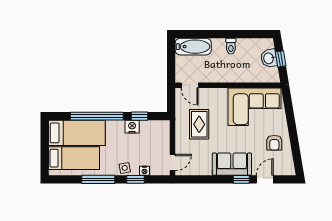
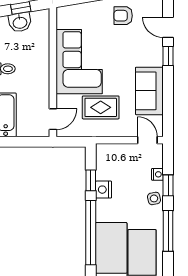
corner sofa: (255, 107) -> (79, 62), moved
armchair: (274, 143) -> (123, 16), turned 180
sofa: (232, 164) -> (149, 91), moved

